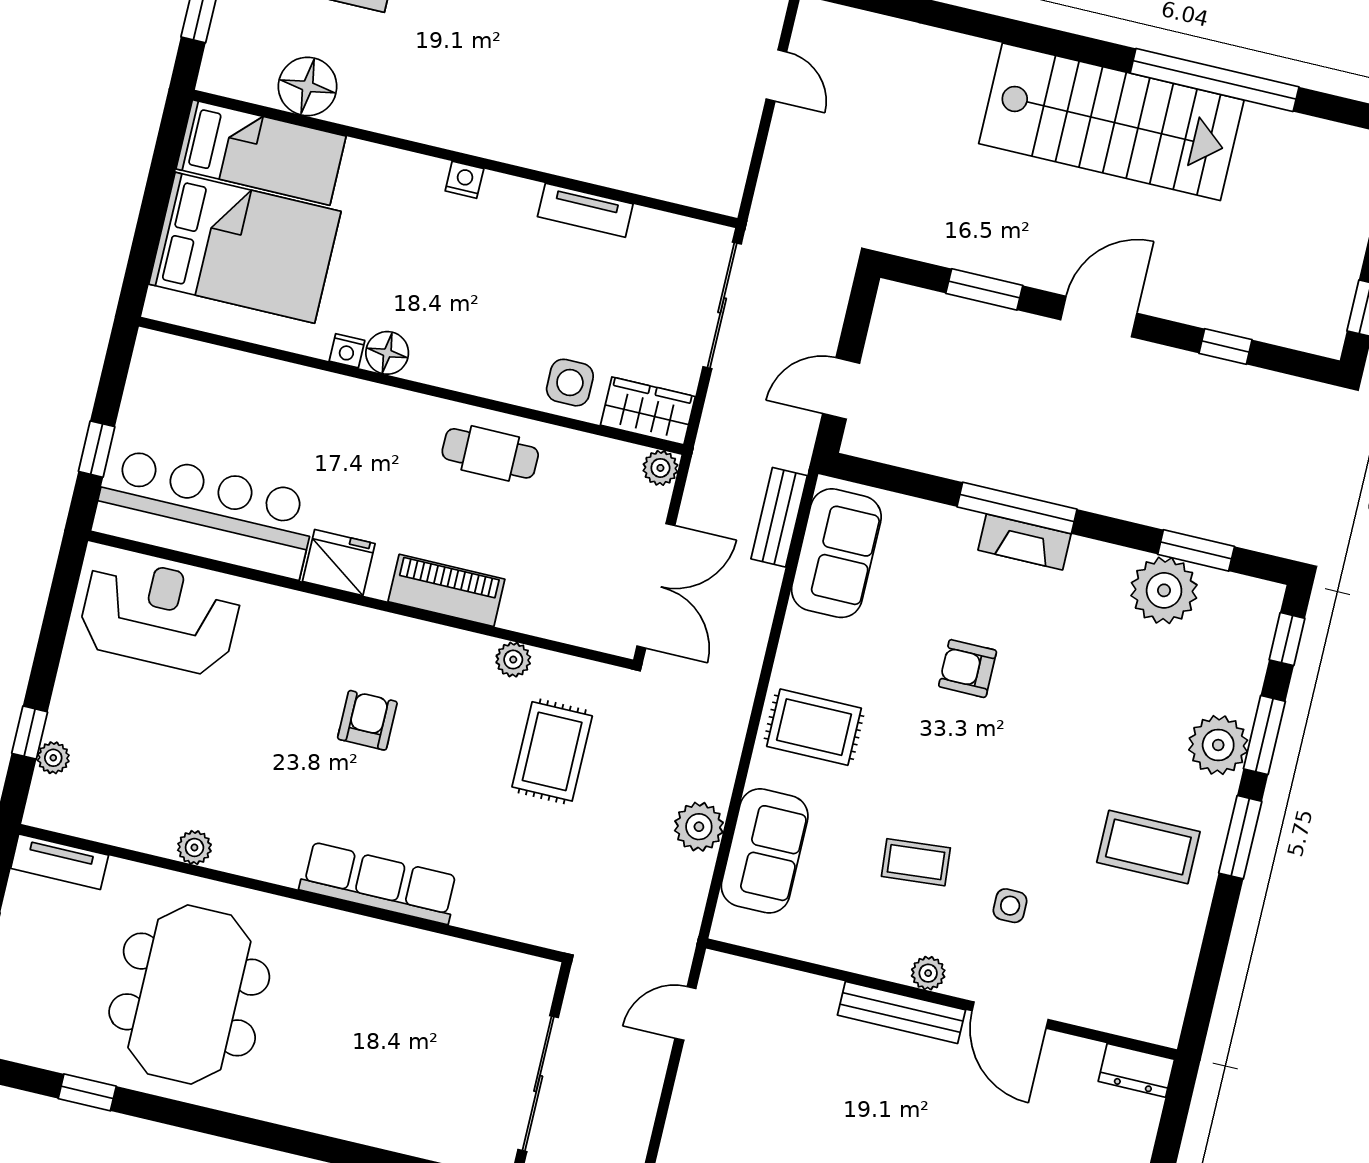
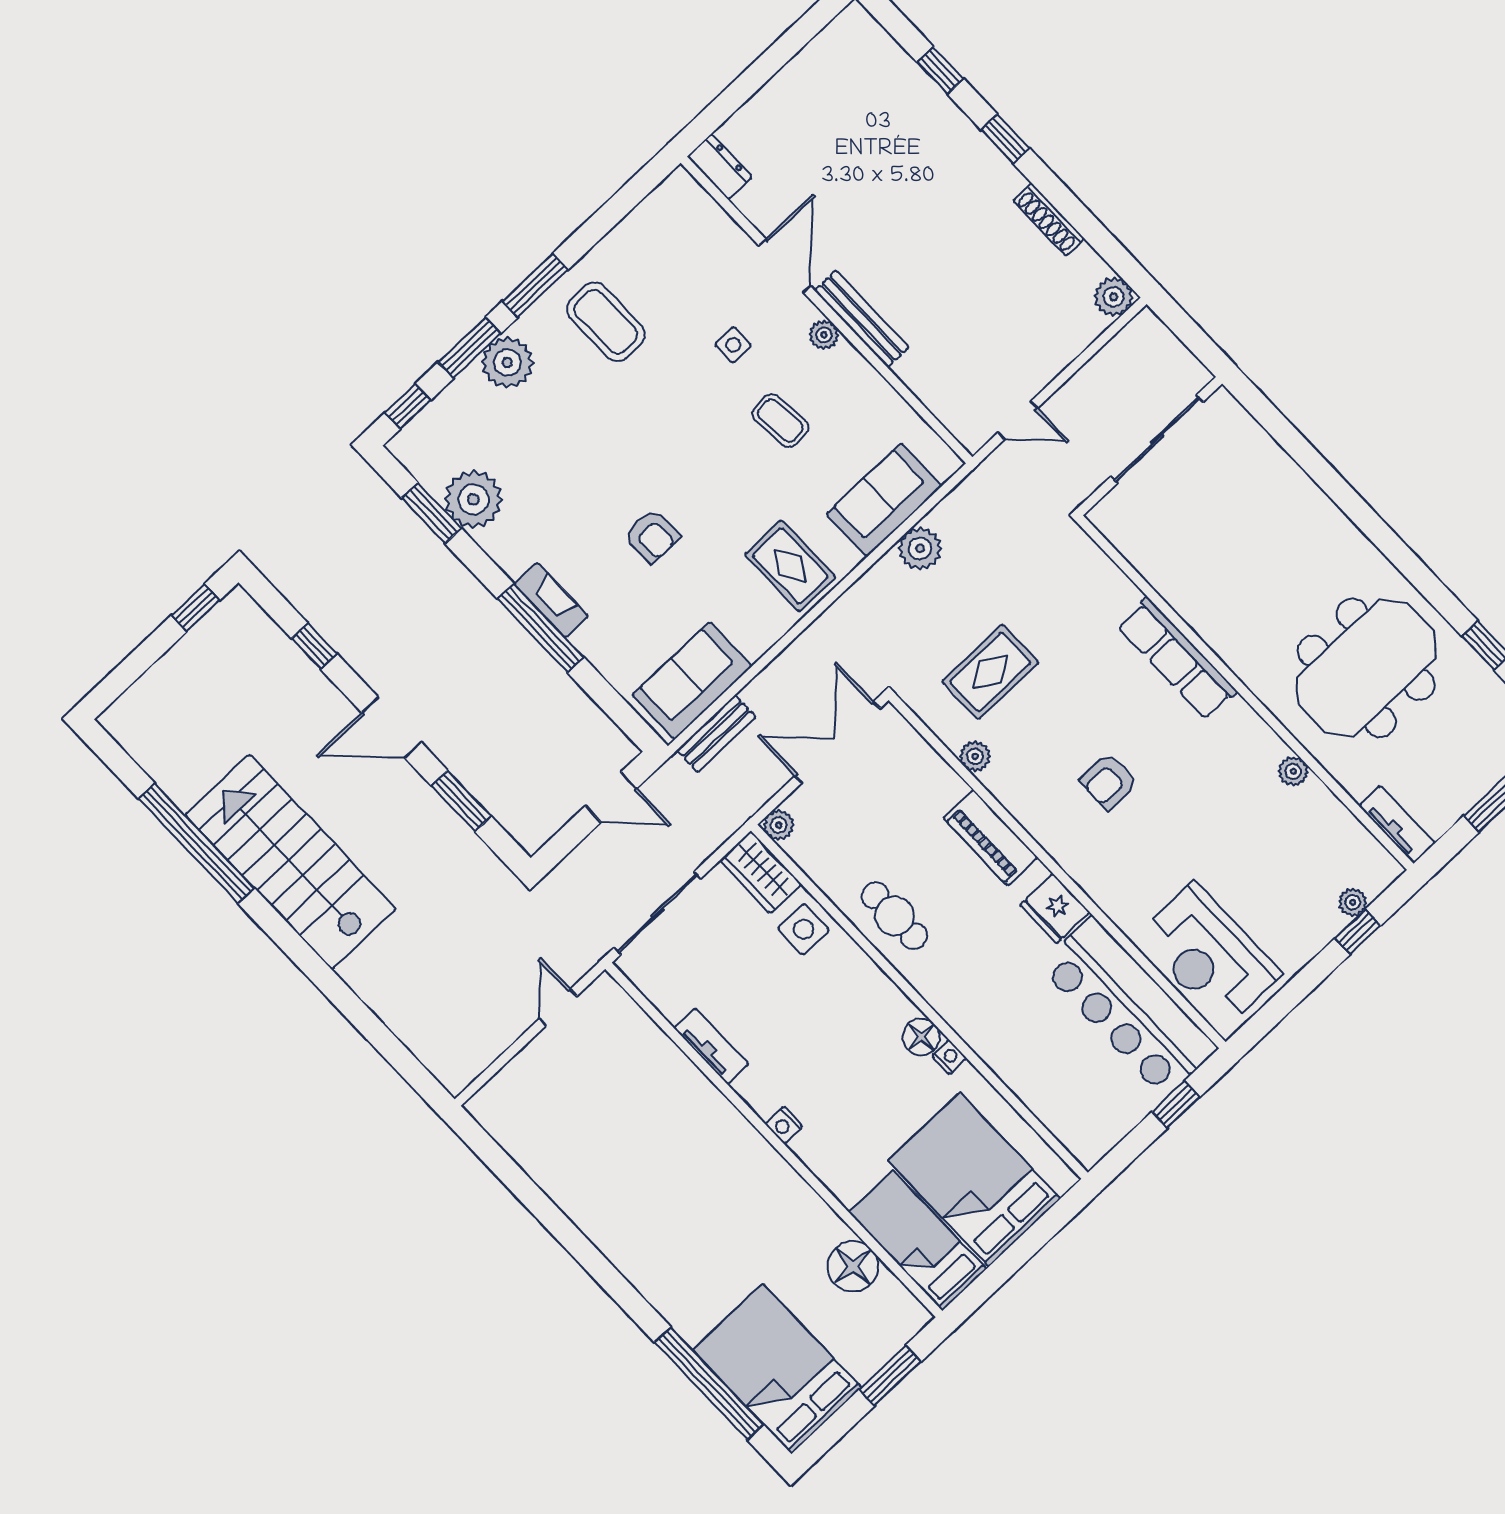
door: (776, 75) -> (558, 1008), moved

